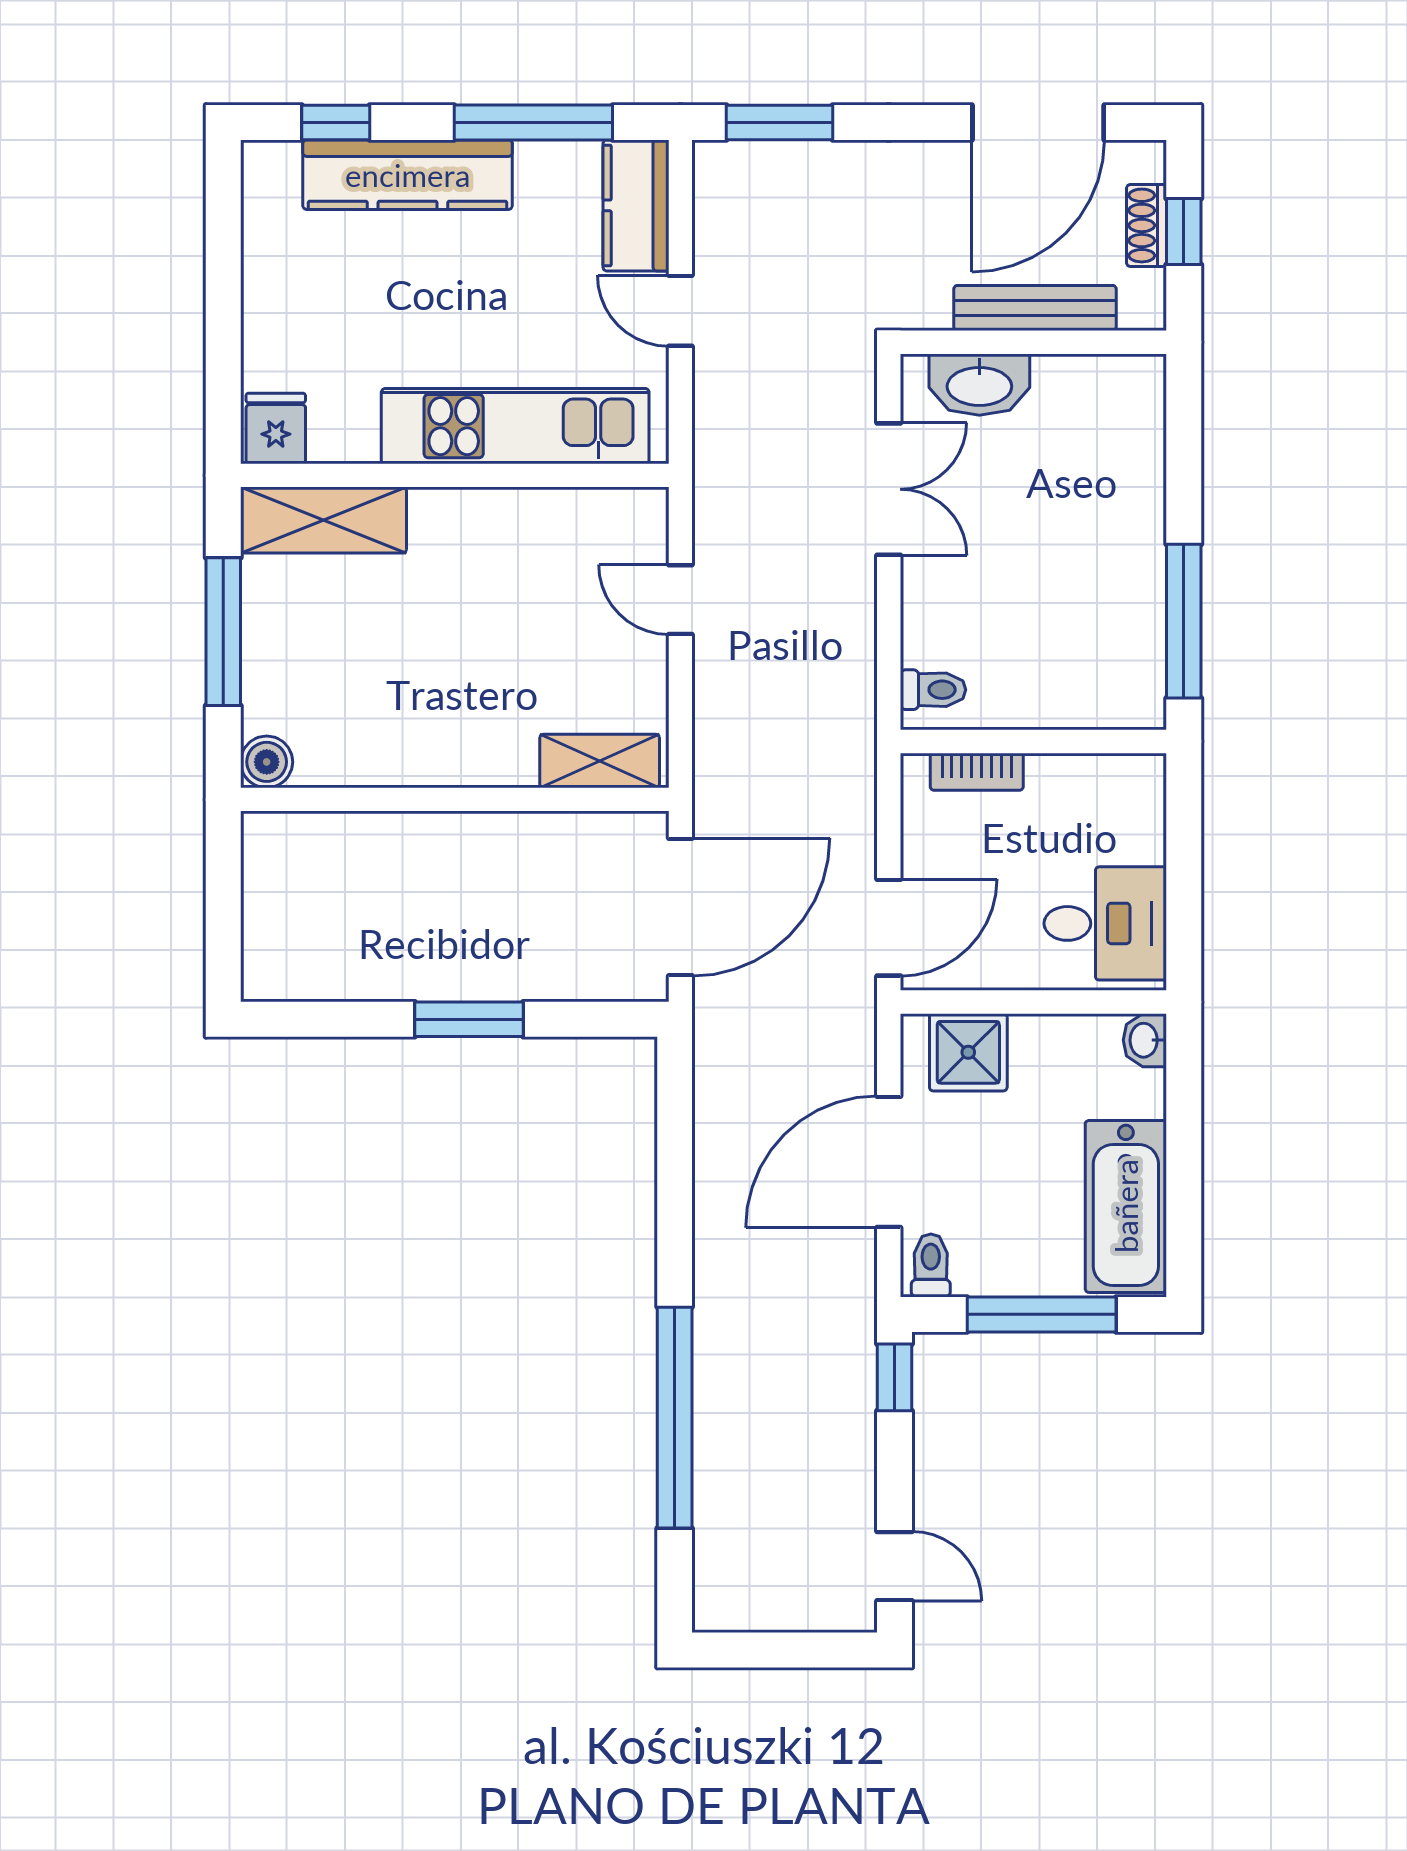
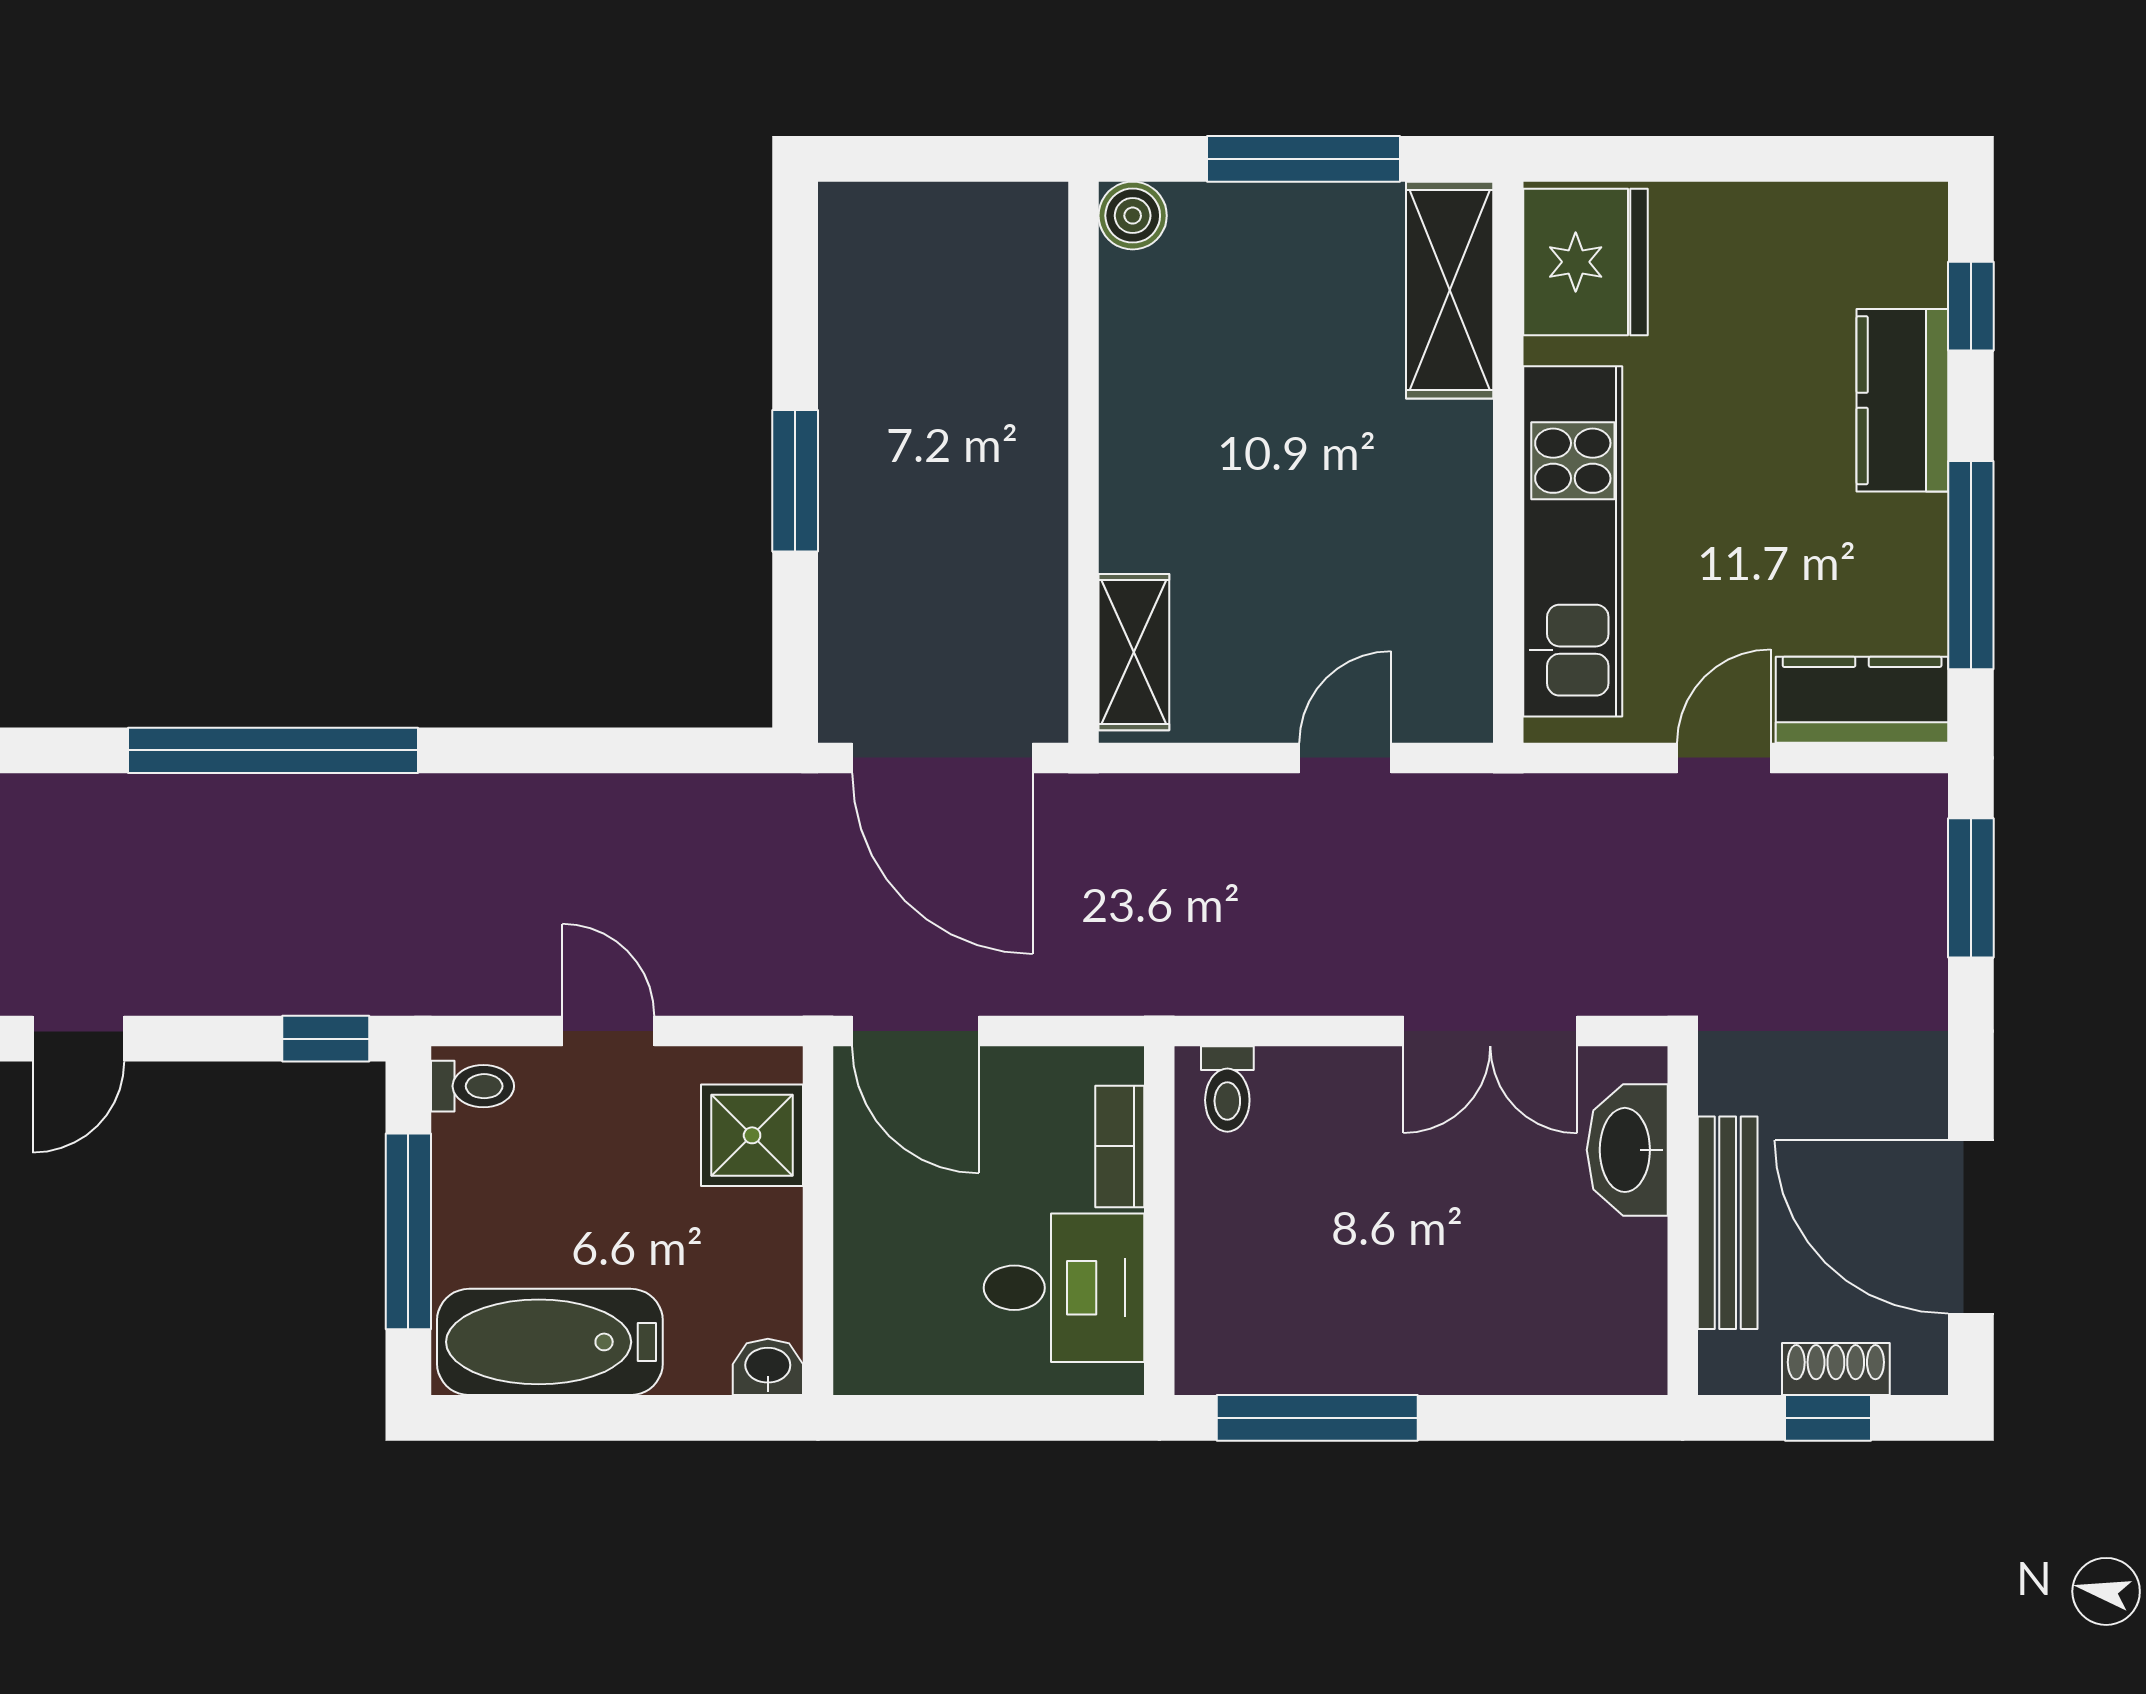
kitchen counter: (408, 175) -> (1902, 400), width x0.67
fridge: (276, 428) -> (1586, 262), width x1.88, depth x1.34
desk: (1105, 923) -> (1064, 1288), moved, turned -90
door: (889, 1162) -> (608, 1031), width x0.53

